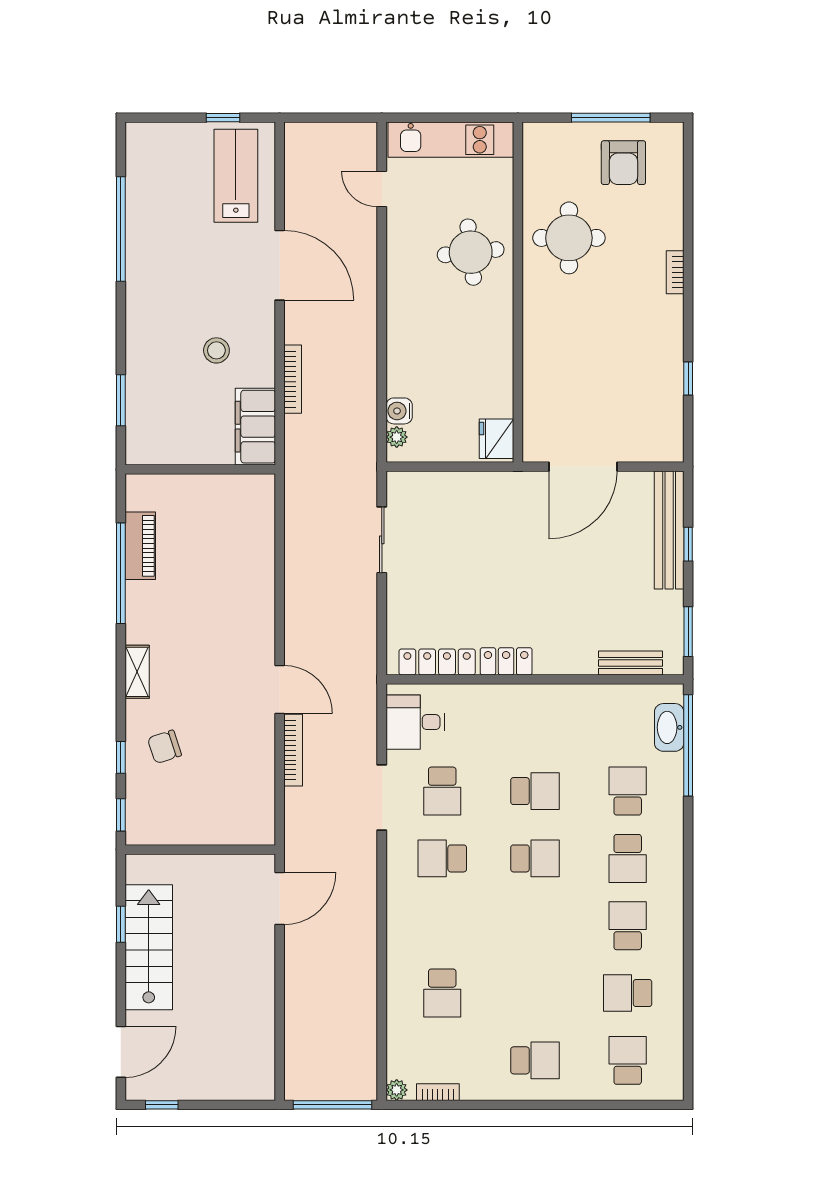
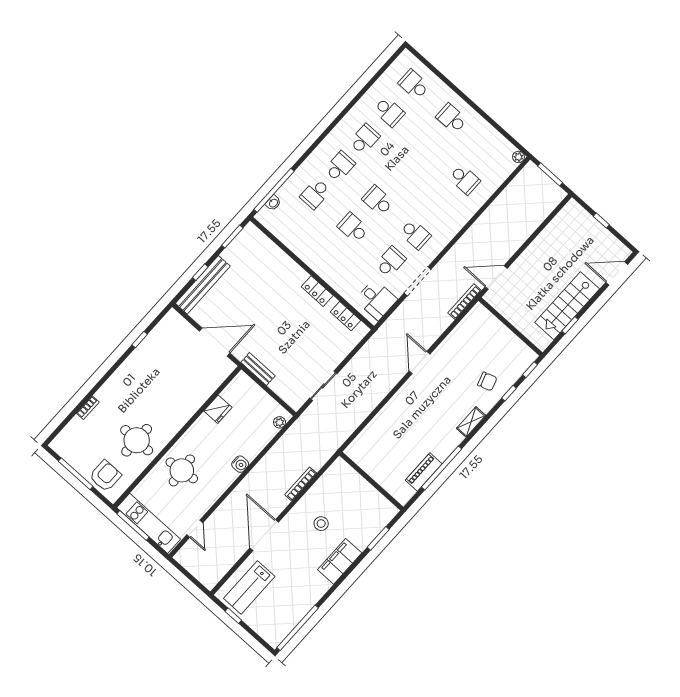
window: (470, 118) -> (133, 525), added
armchair: (623, 163) -> (105, 476), moved
window: (121, 229) -> (298, 628), moved
bookcase: (675, 272) -> (88, 408), moved
water cooler: (399, 411) -> (240, 464), moved
filing cabinet: (255, 427) -> (340, 561), moved, turned 180
fridge: (497, 439) -> (218, 409), moved
locker: (437, 662) -> (345, 316), width x0.66
bench: (630, 663) -> (258, 369), moved
washbasin: (669, 727) -> (273, 203), width x0.52, depth x0.69
bookcase: (293, 750) -> (465, 302), moved
school desk: (628, 926) -> (365, 139), turned 180
school desk: (442, 993) -> (465, 180), turned 90
school desk: (628, 1060) -> (414, 84), turned 90
bookcase: (438, 1092) -> (503, 141), removed
window: (162, 1105) -> (601, 220), moved
window: (332, 1105) -> (550, 174), width x0.69

